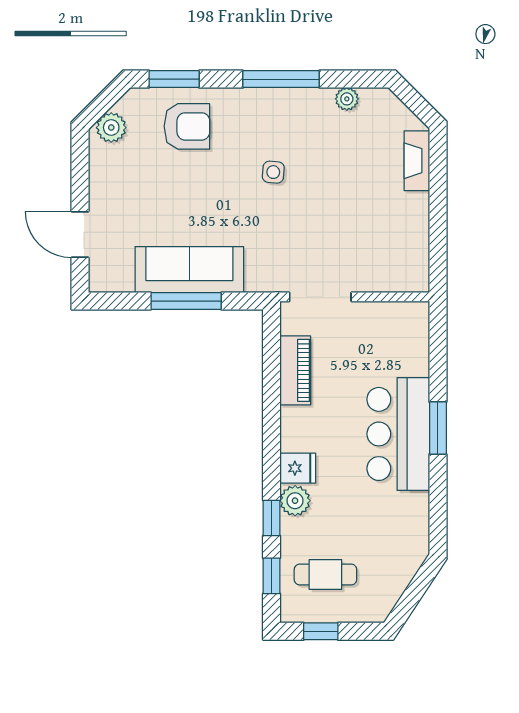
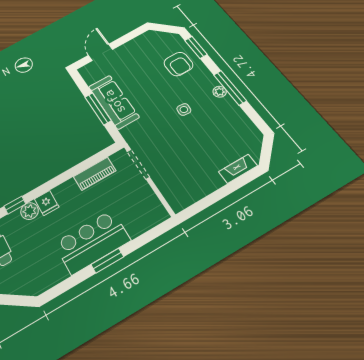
plant: (347, 99) -> (220, 92), moved
plant: (111, 128) -> (156, 37), removed

